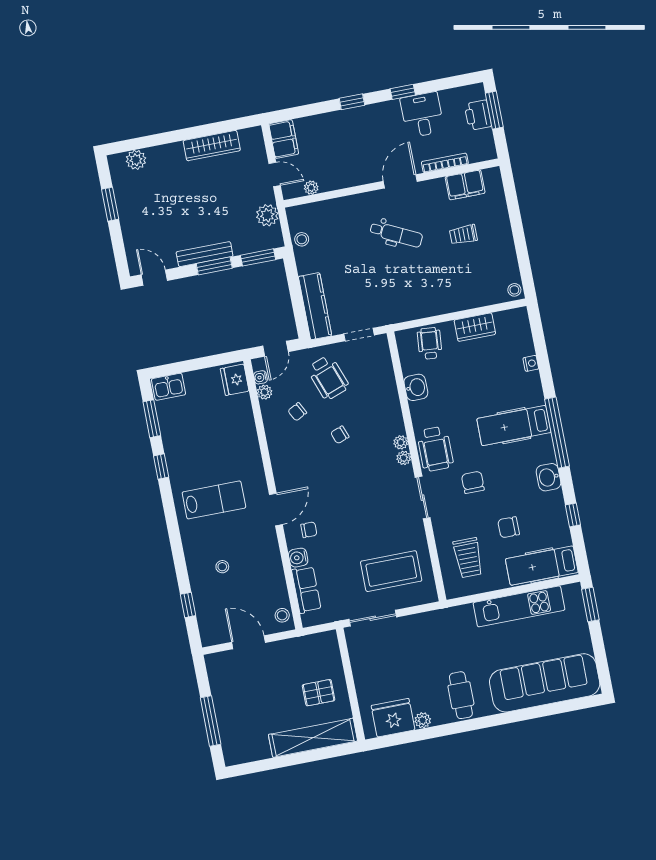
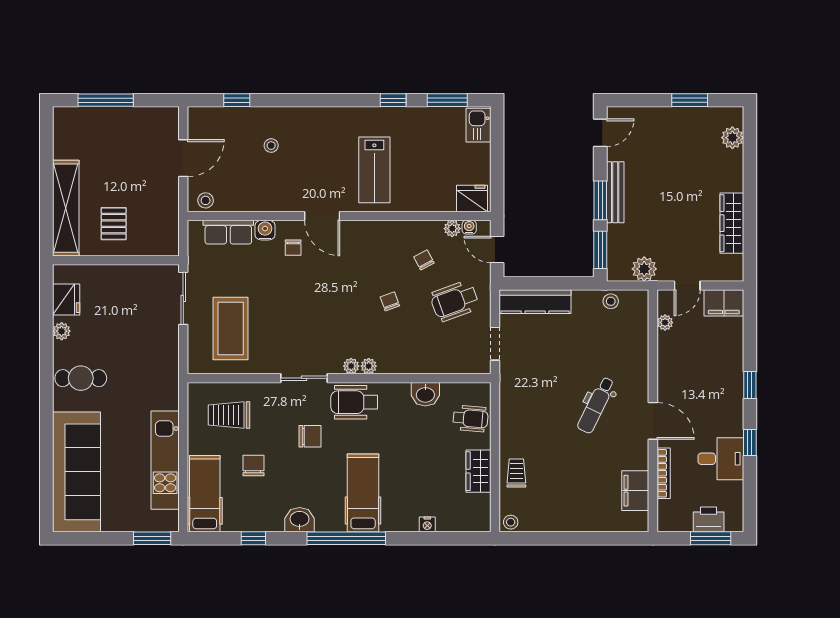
trolley: (463, 235) -> (516, 473), moved
lab bench: (214, 500) -> (374, 170), moved
fridge: (393, 718) -> (66, 299), width x0.73, depth x0.75

